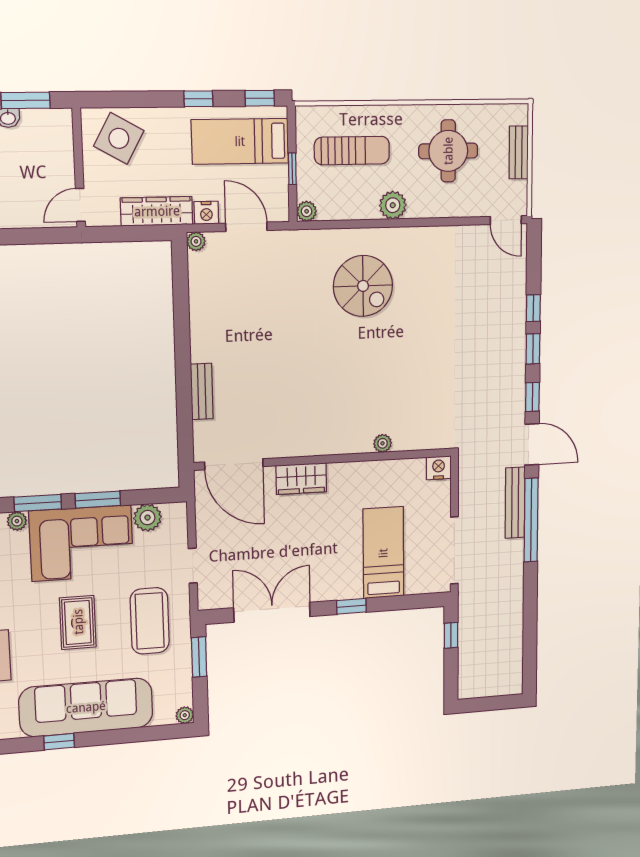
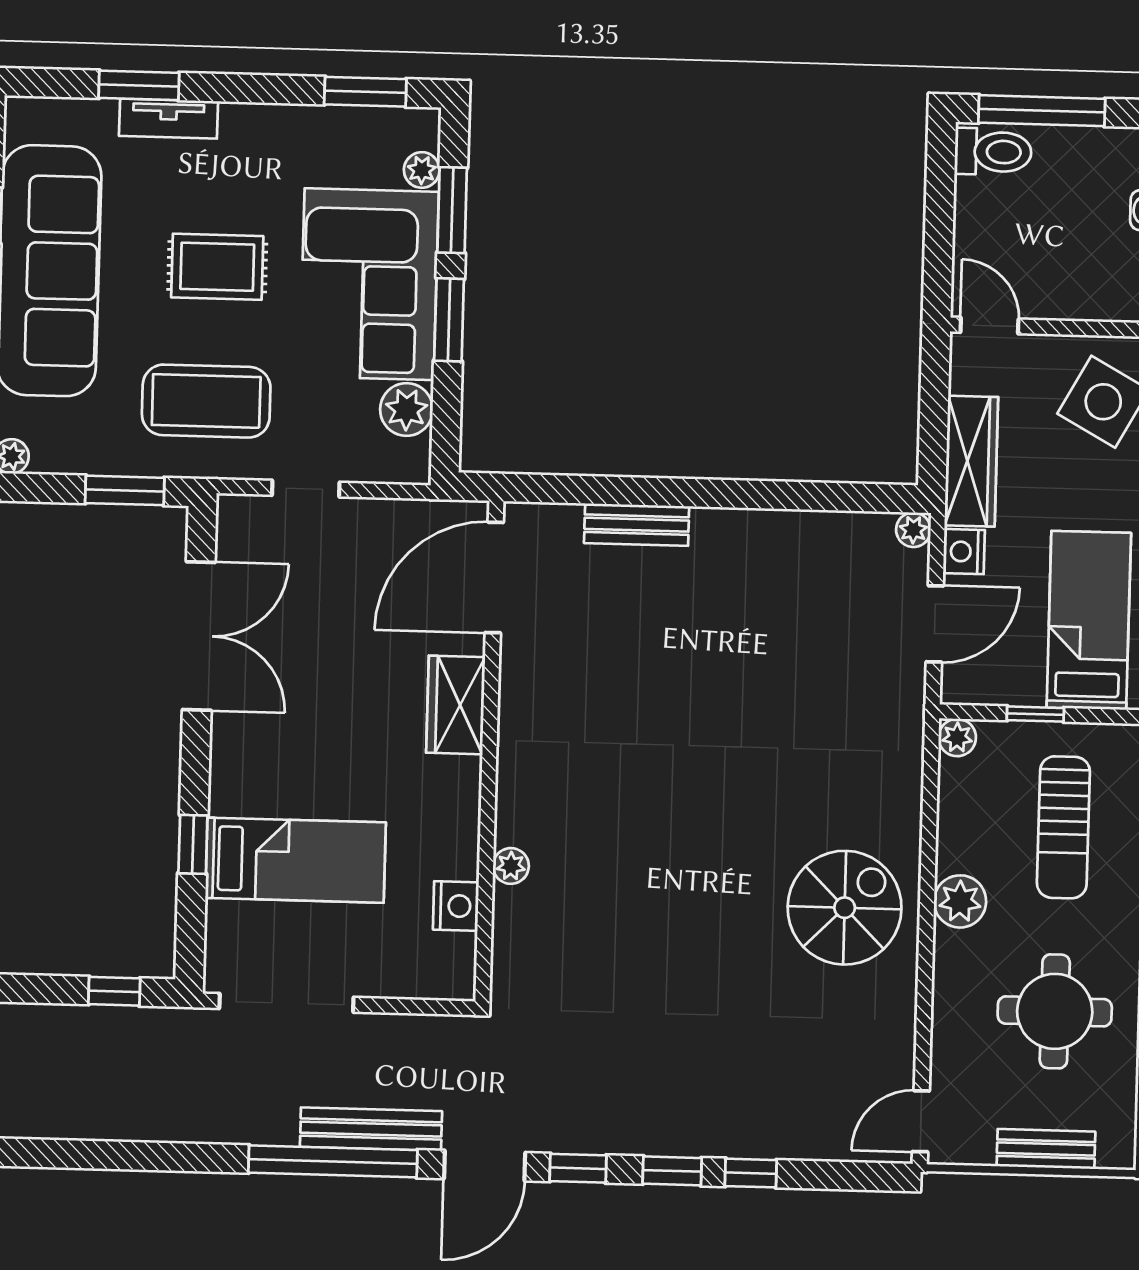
spiral stairs: (363, 286) -> (845, 908), moved, turned 180
nightstand: (439, 468) -> (456, 906), moved
window: (351, 606) -> (193, 844), moved

